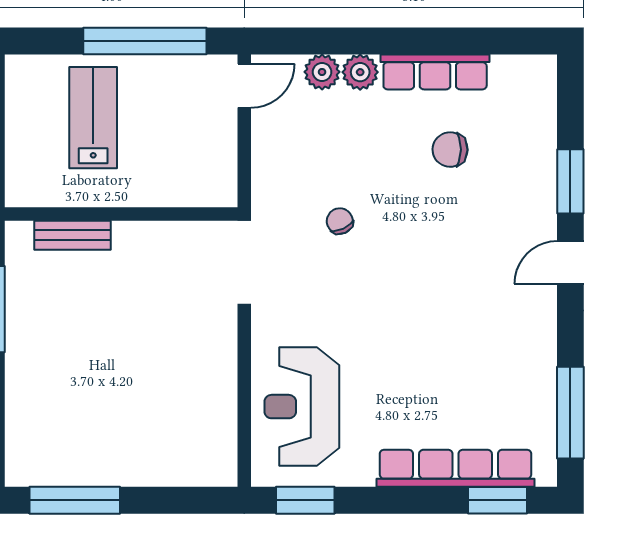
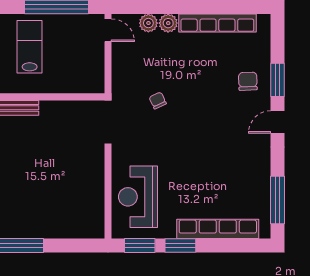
row of seats: (435, 72) -> (217, 23), width x1.36
door: (244, 86) -> (108, 30), hinge flipped
chair: (450, 150) -> (248, 81), moved, turned 87
window: (497, 500) -> (180, 245), moved

